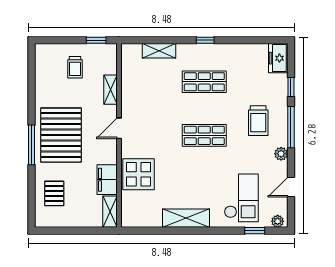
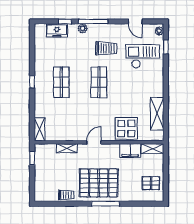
shelving: (159, 51) -> (40, 129), moved
freezer: (278, 58) -> (57, 30), moved
trolley: (75, 67) -> (66, 195), moved
trolley: (258, 121) -> (106, 48), moved
door: (119, 128) -> (94, 142), swing flipped
plant: (281, 154) -> (83, 28), moved
pallet: (54, 193) -> (151, 183), moved
shelving: (186, 218) -> (157, 114), moved

